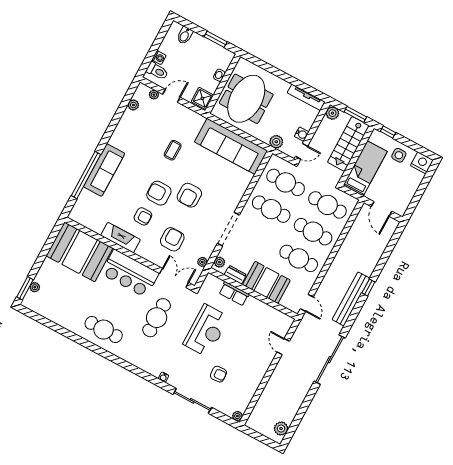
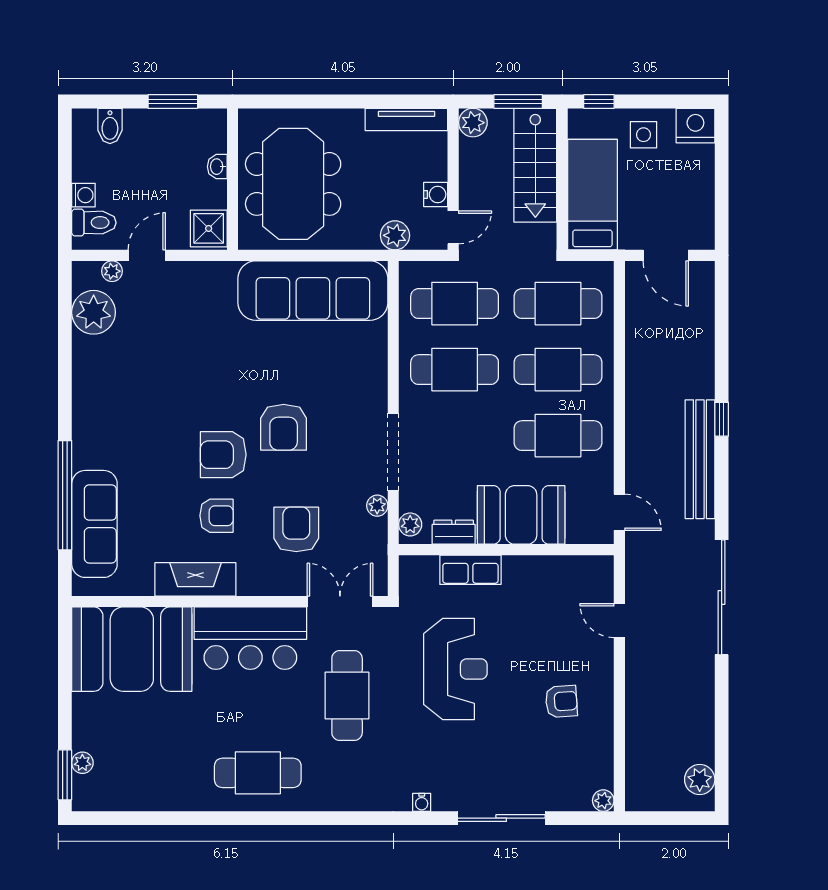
plant: (133, 105) -> (94, 312), width x1.88, depth x1.88
coffee table: (173, 150) -> (205, 358), removed
sofa: (104, 170) -> (94, 524), moved
plant: (202, 262) -> (377, 506), moved
armchair: (218, 374) -> (561, 701), moved

